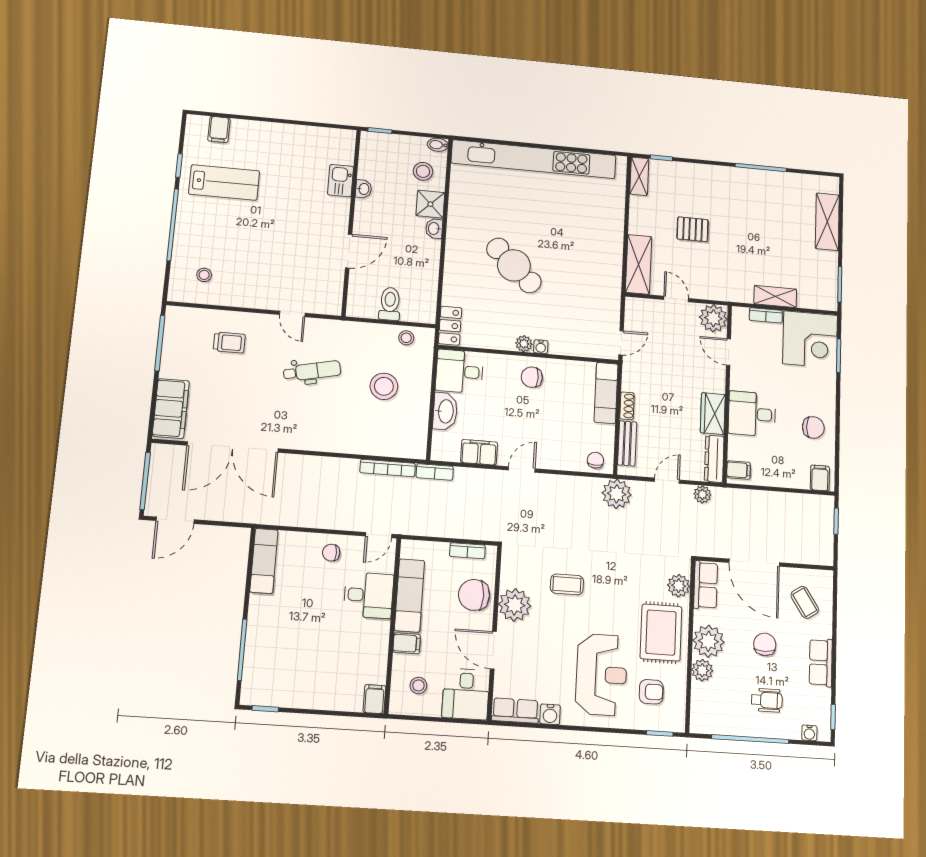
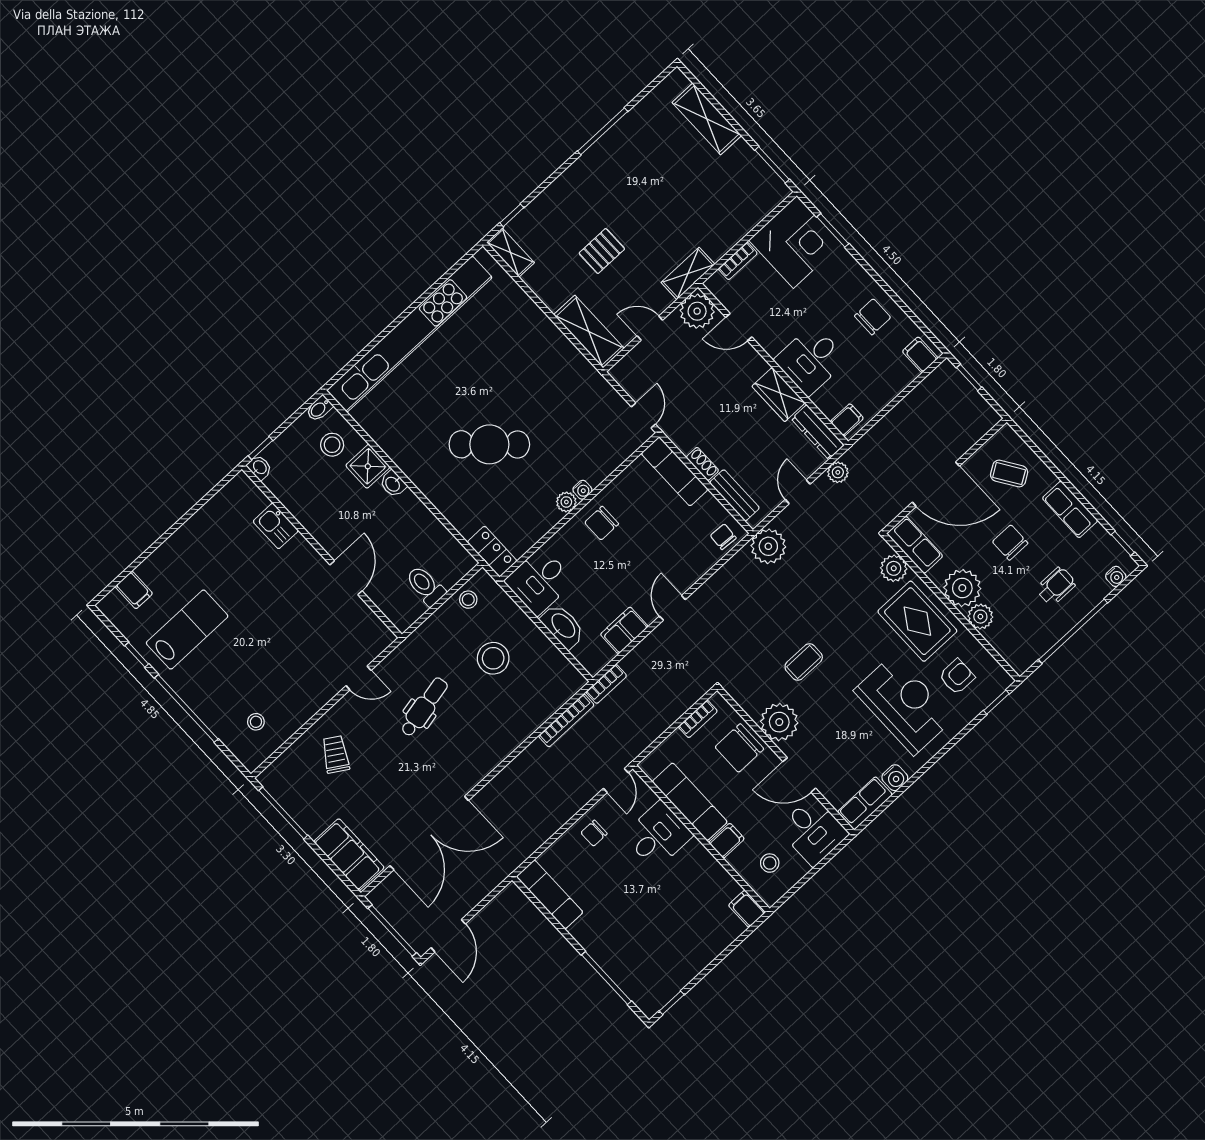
washbasin: (364, 189) -> (259, 467), moved
shelving: (775, 296) -> (688, 273), moved
trolley: (229, 343) -> (336, 754), turned -58

